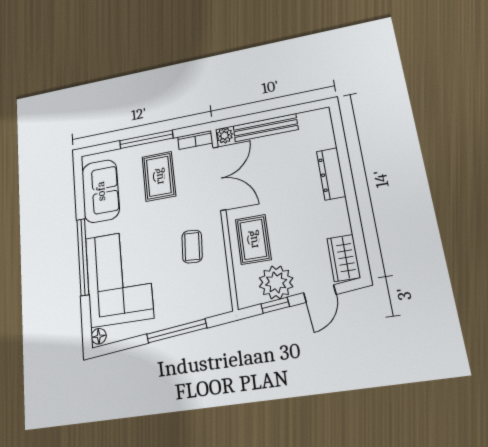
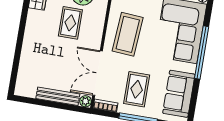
dresser: (331, 174) -> (28, 50), removed
rug: (253, 239) -> (70, 23), moved
coffee table: (192, 246) -> (128, 34), width x1.86, depth x1.72

